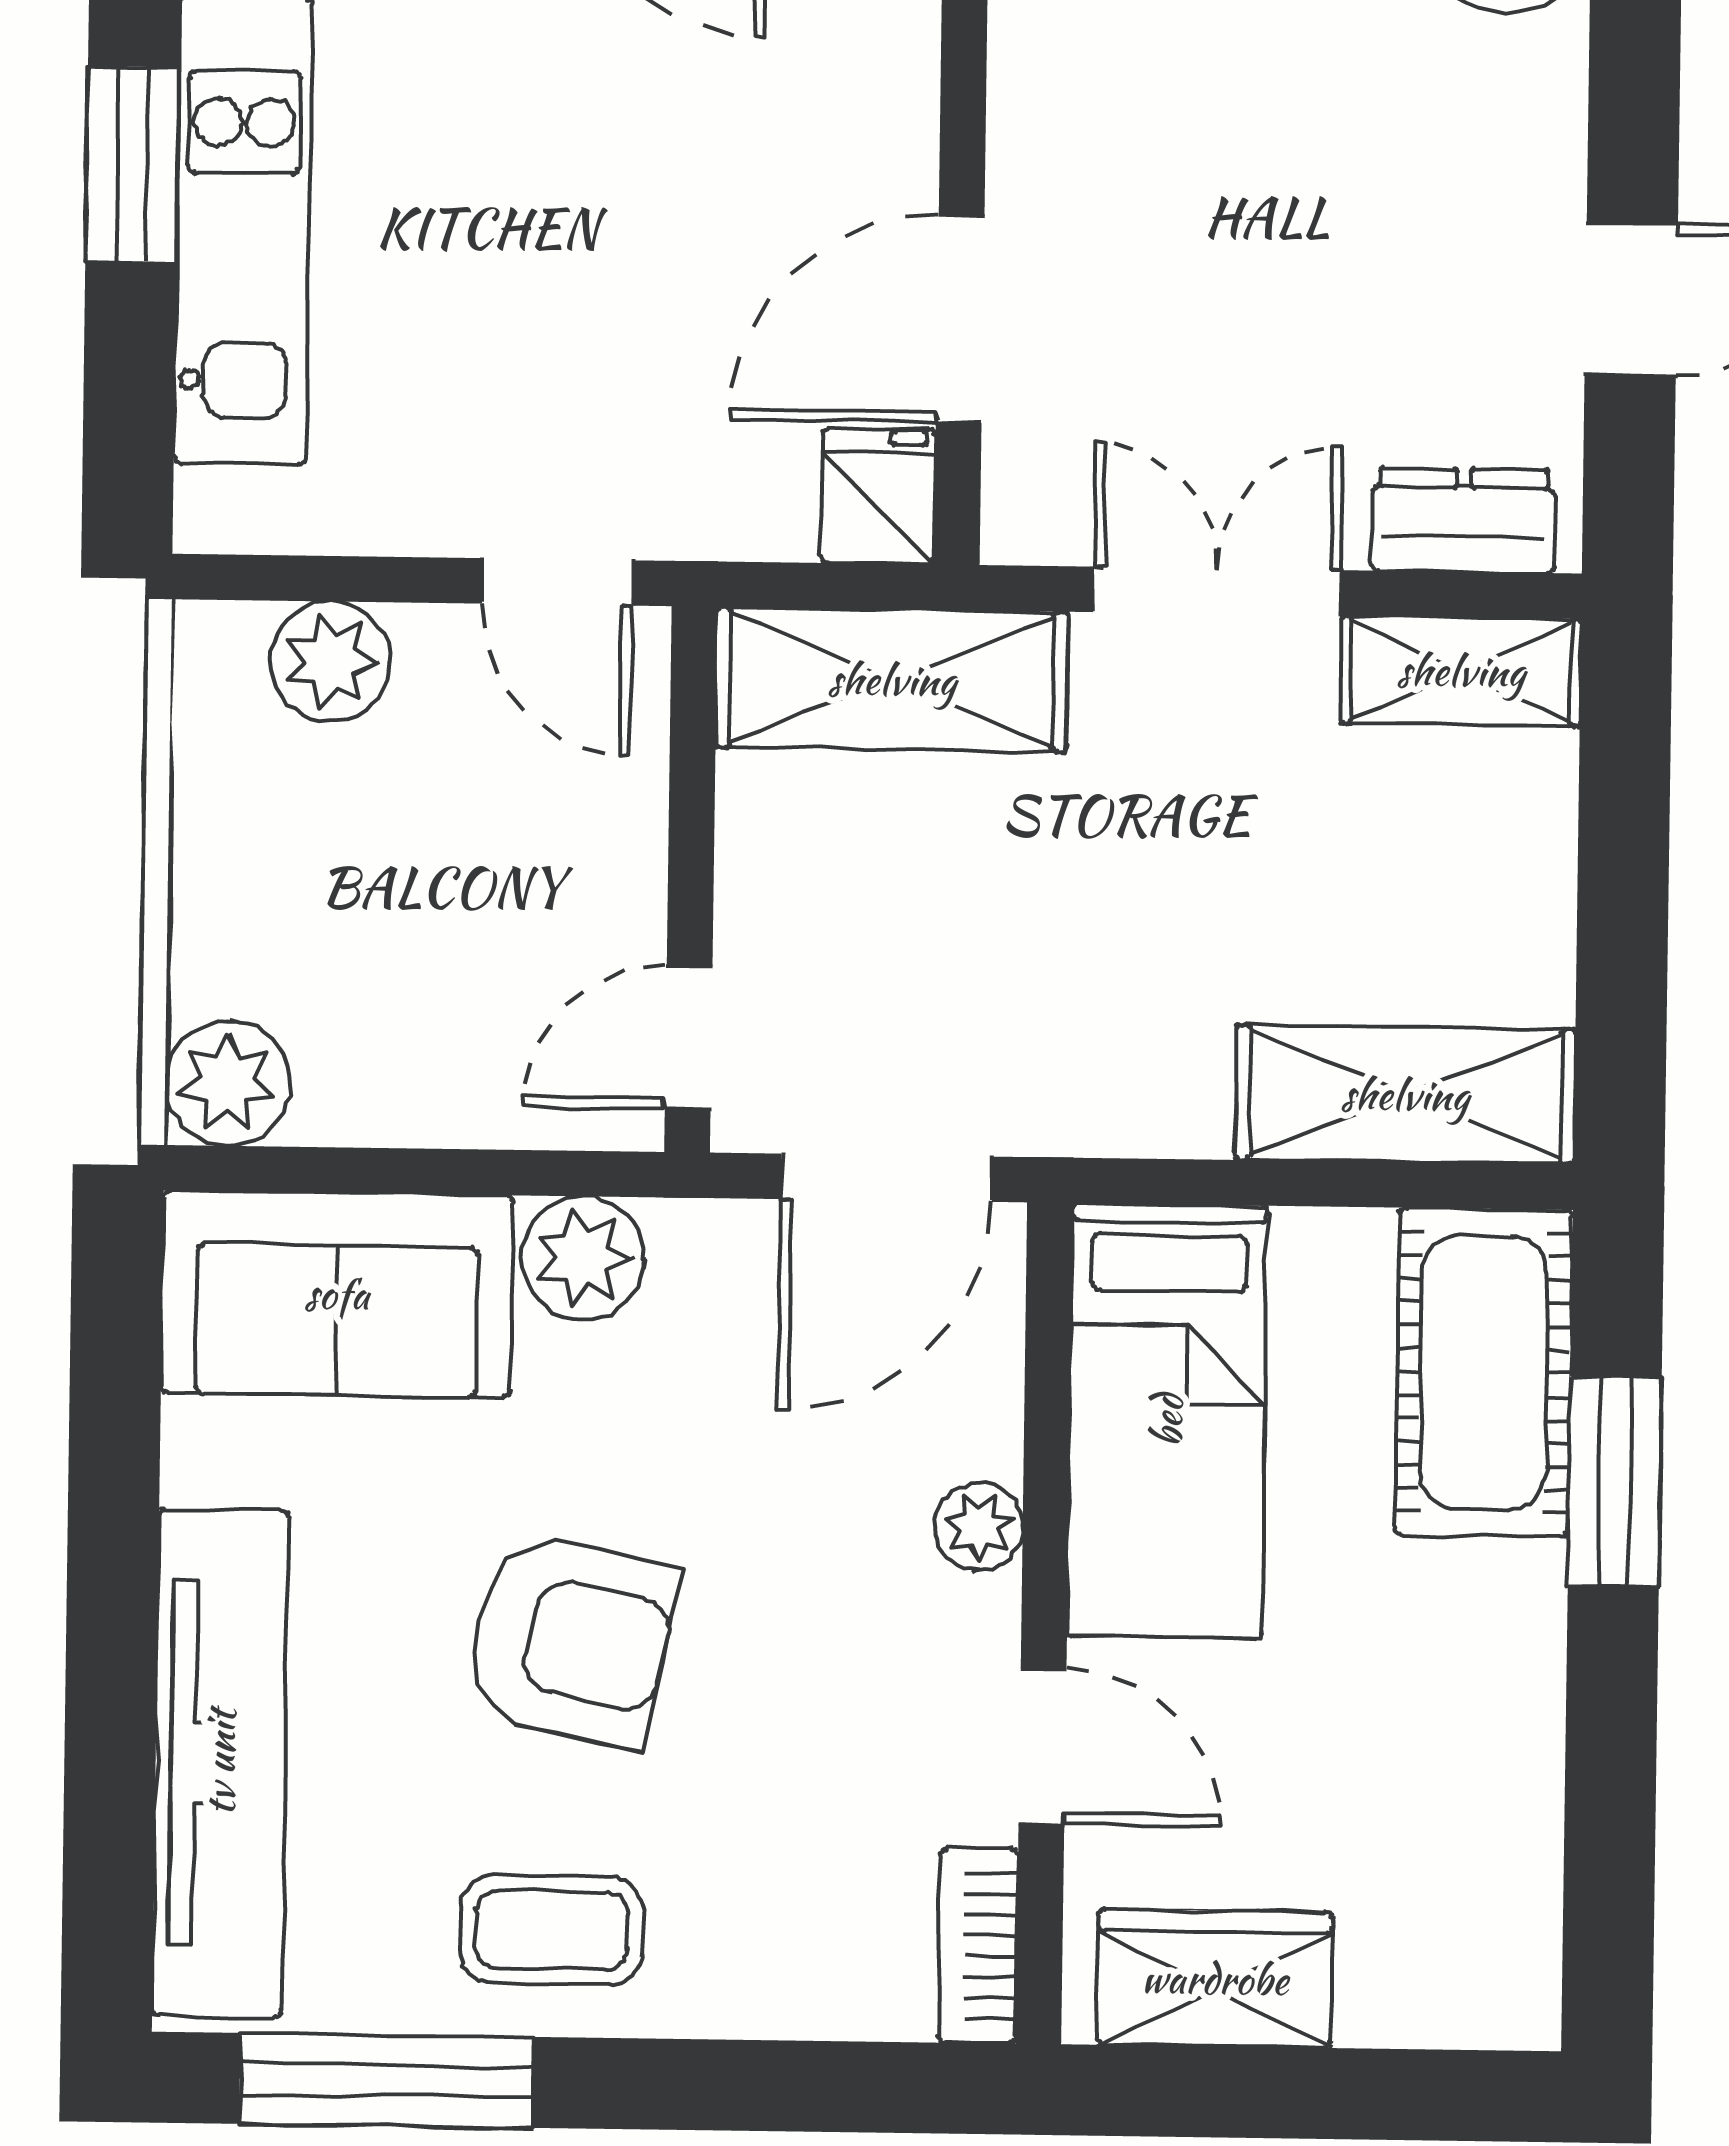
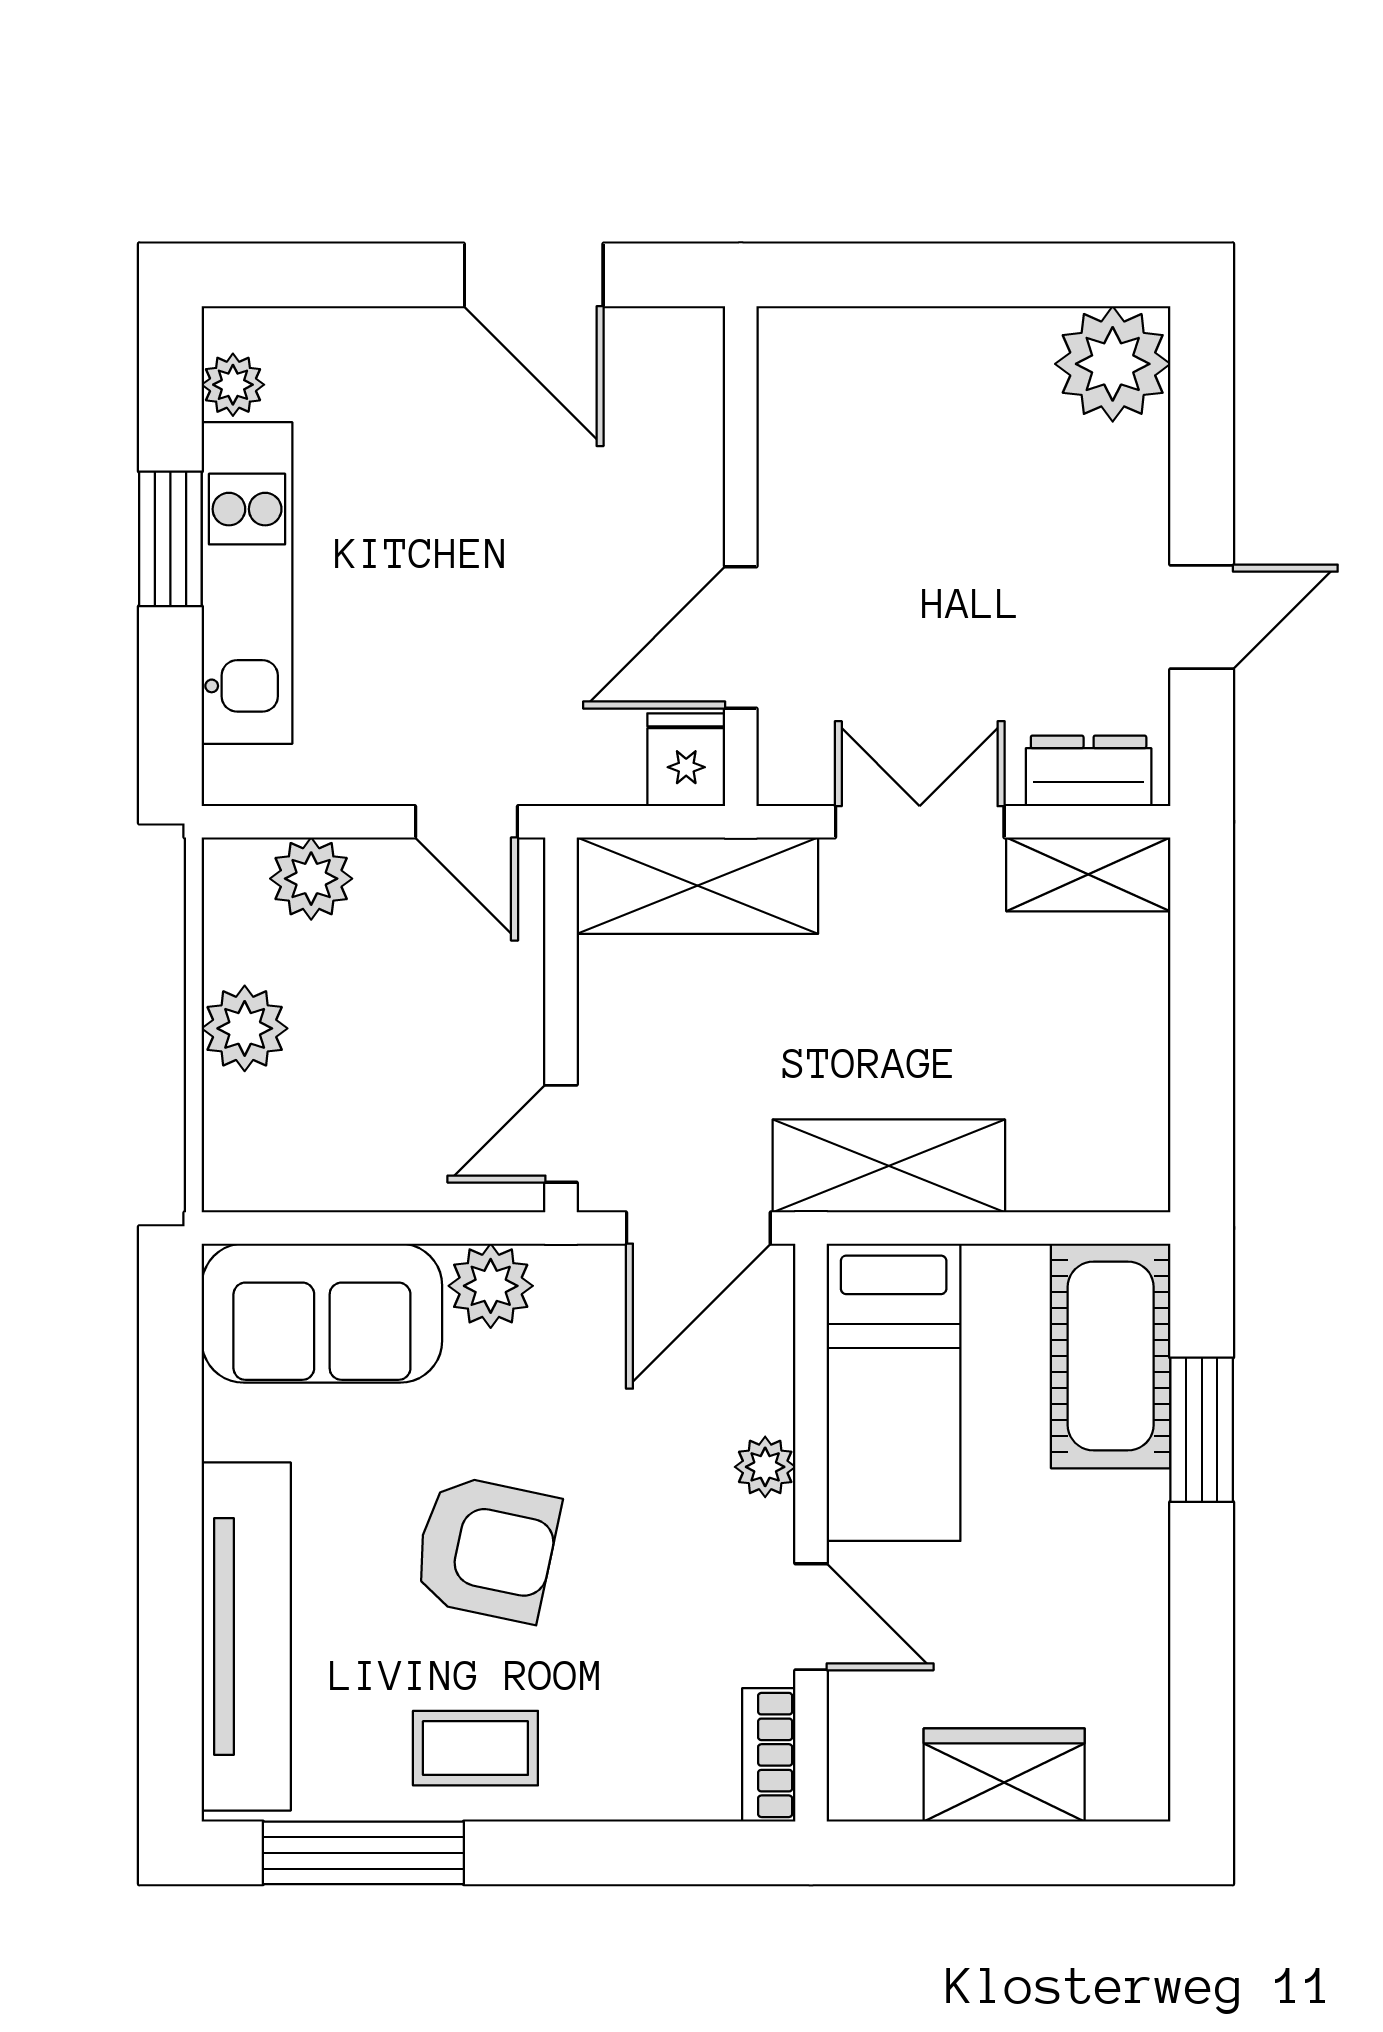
plant: (227, 1083) -> (245, 1028), moved
shelving: (1405, 1095) -> (889, 1166), moved
wardrobe: (1215, 1979) -> (1004, 1775), moved

